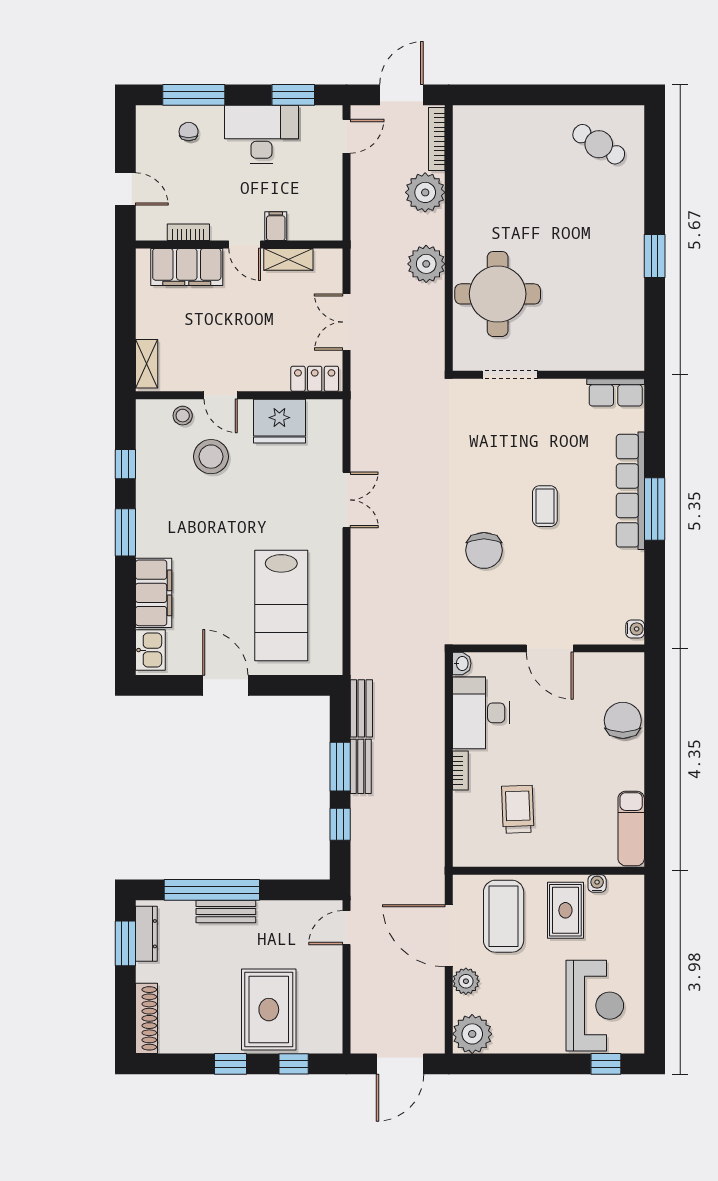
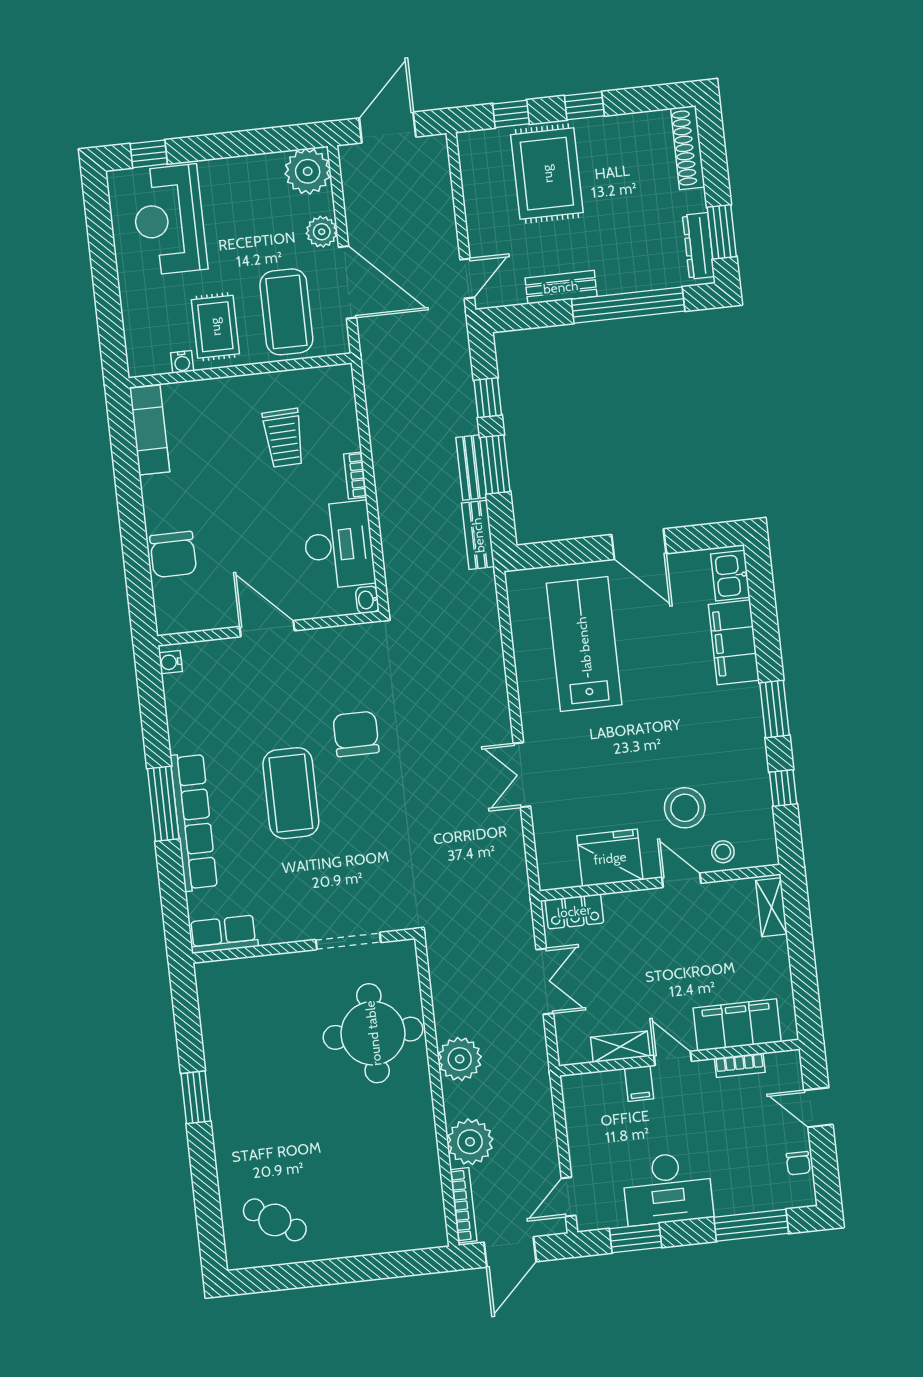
chair: (189, 132) -> (798, 1163), moved
coffee table: (545, 506) -> (291, 793), width x1.86, depth x1.72
bench: (226, 912) -> (561, 287), moved

